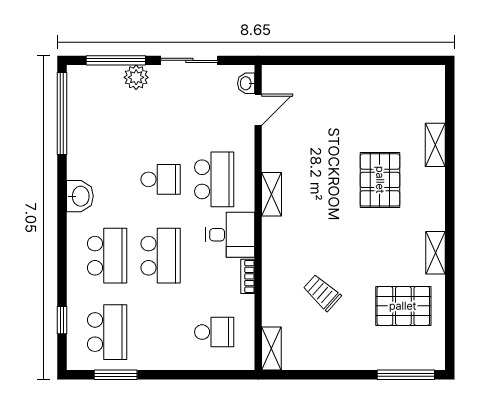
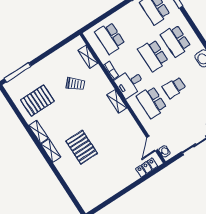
locker: (293, 75) -> (147, 167), added
shelving: (435, 145) -> (51, 151), moved
shelving: (271, 194) -> (117, 101), moved
school desk: (214, 332) -> (110, 38), width x1.85
shelving: (271, 348) -> (88, 57), moved

